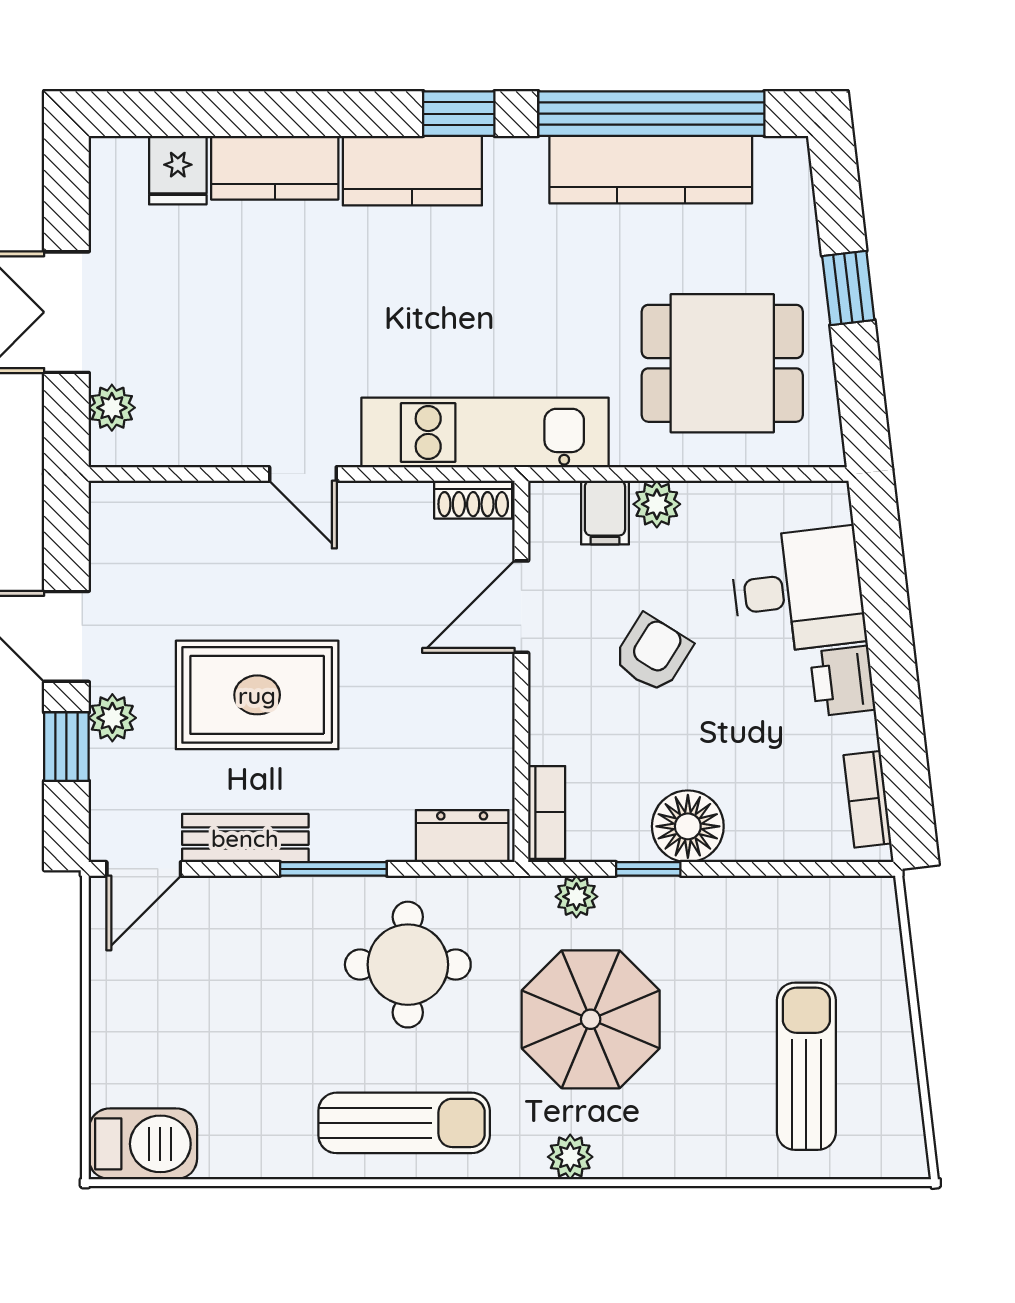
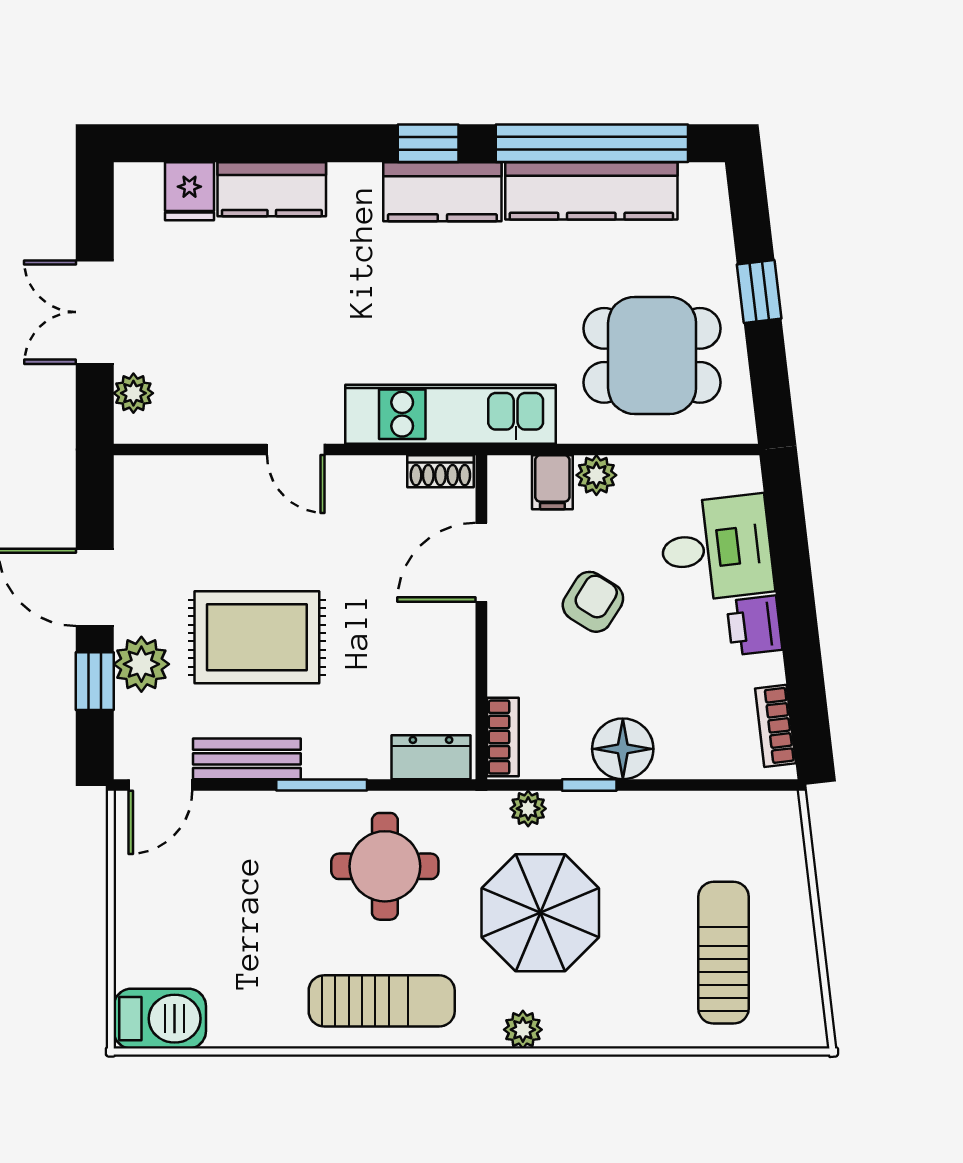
kitchen counter: (412, 171) -> (442, 192), moved
plant: (112, 718) -> (141, 664), width x1.38, depth x1.38

